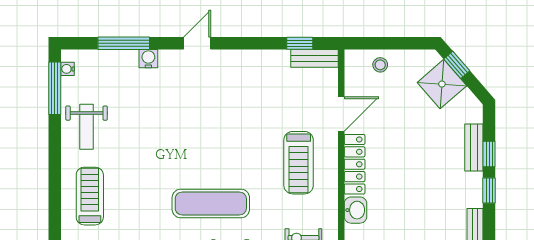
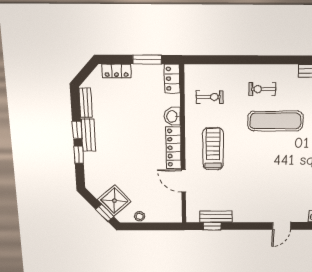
bench: (315, 58) -> (216, 217), moved
stool: (380, 65) -> (140, 216), moved
door: (341, 114) -> (183, 181), hinge flipped
bench: (474, 148) -> (88, 135), moved

